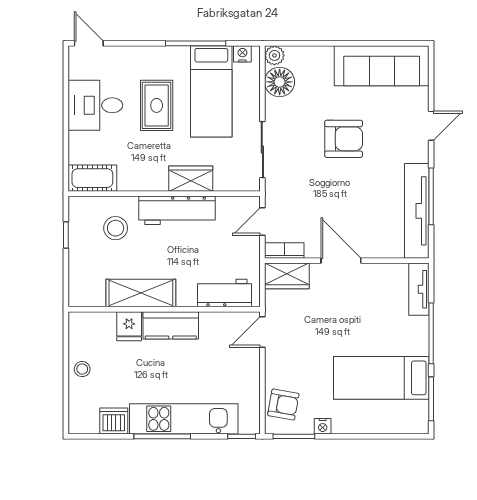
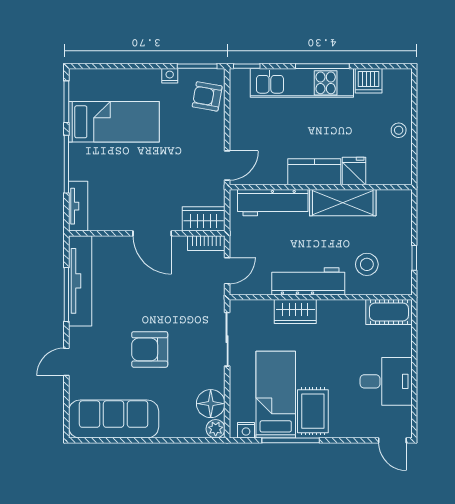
rug: (157, 105) -> (313, 411), moved
workbench: (224, 293) -> (273, 203), width x1.38

